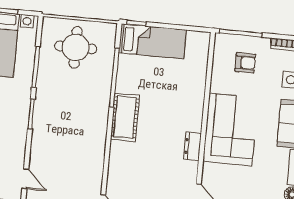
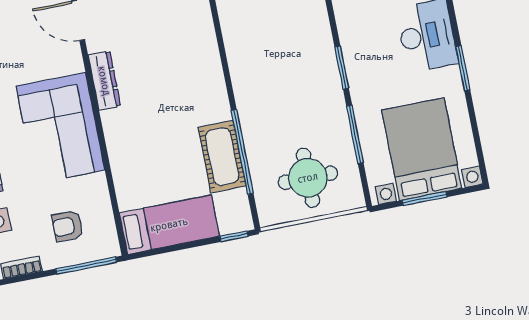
bed: (152, 41) -> (169, 225), moved, turned 180
cot: (125, 117) -> (222, 157), moved
dresser: (192, 146) -> (104, 81), width x1.44

